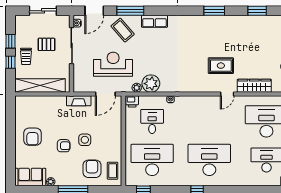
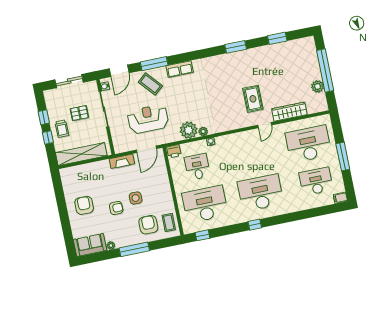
rug: (221, 66) -> (253, 99), turned 90
plant: (137, 88) -> (203, 131), moved
armchair: (32, 137) -> (84, 205), turned 180

